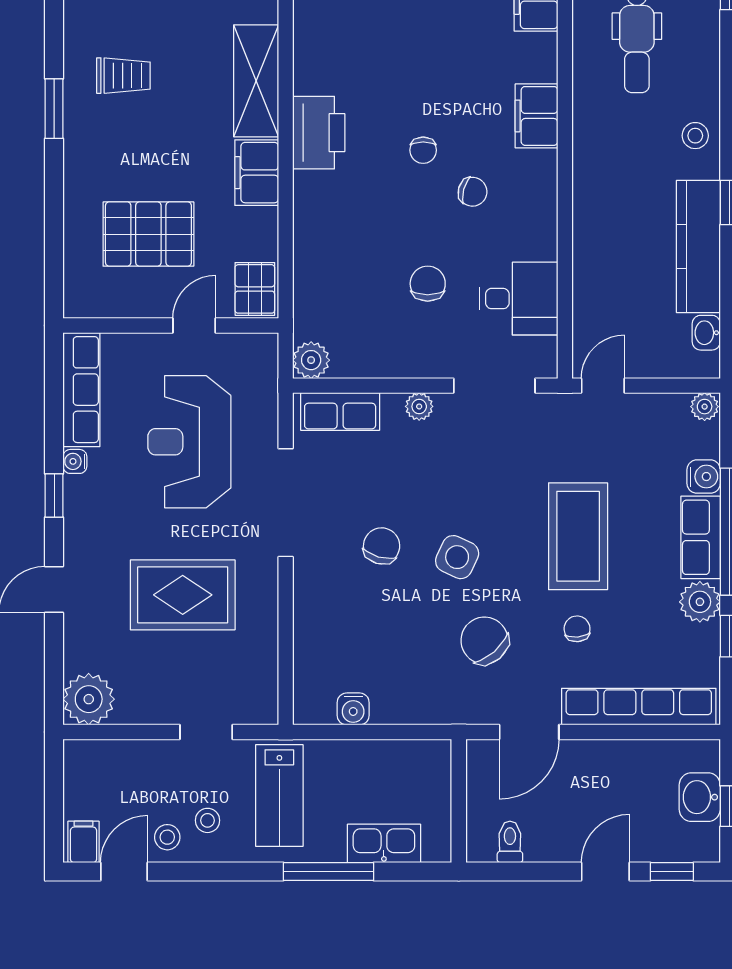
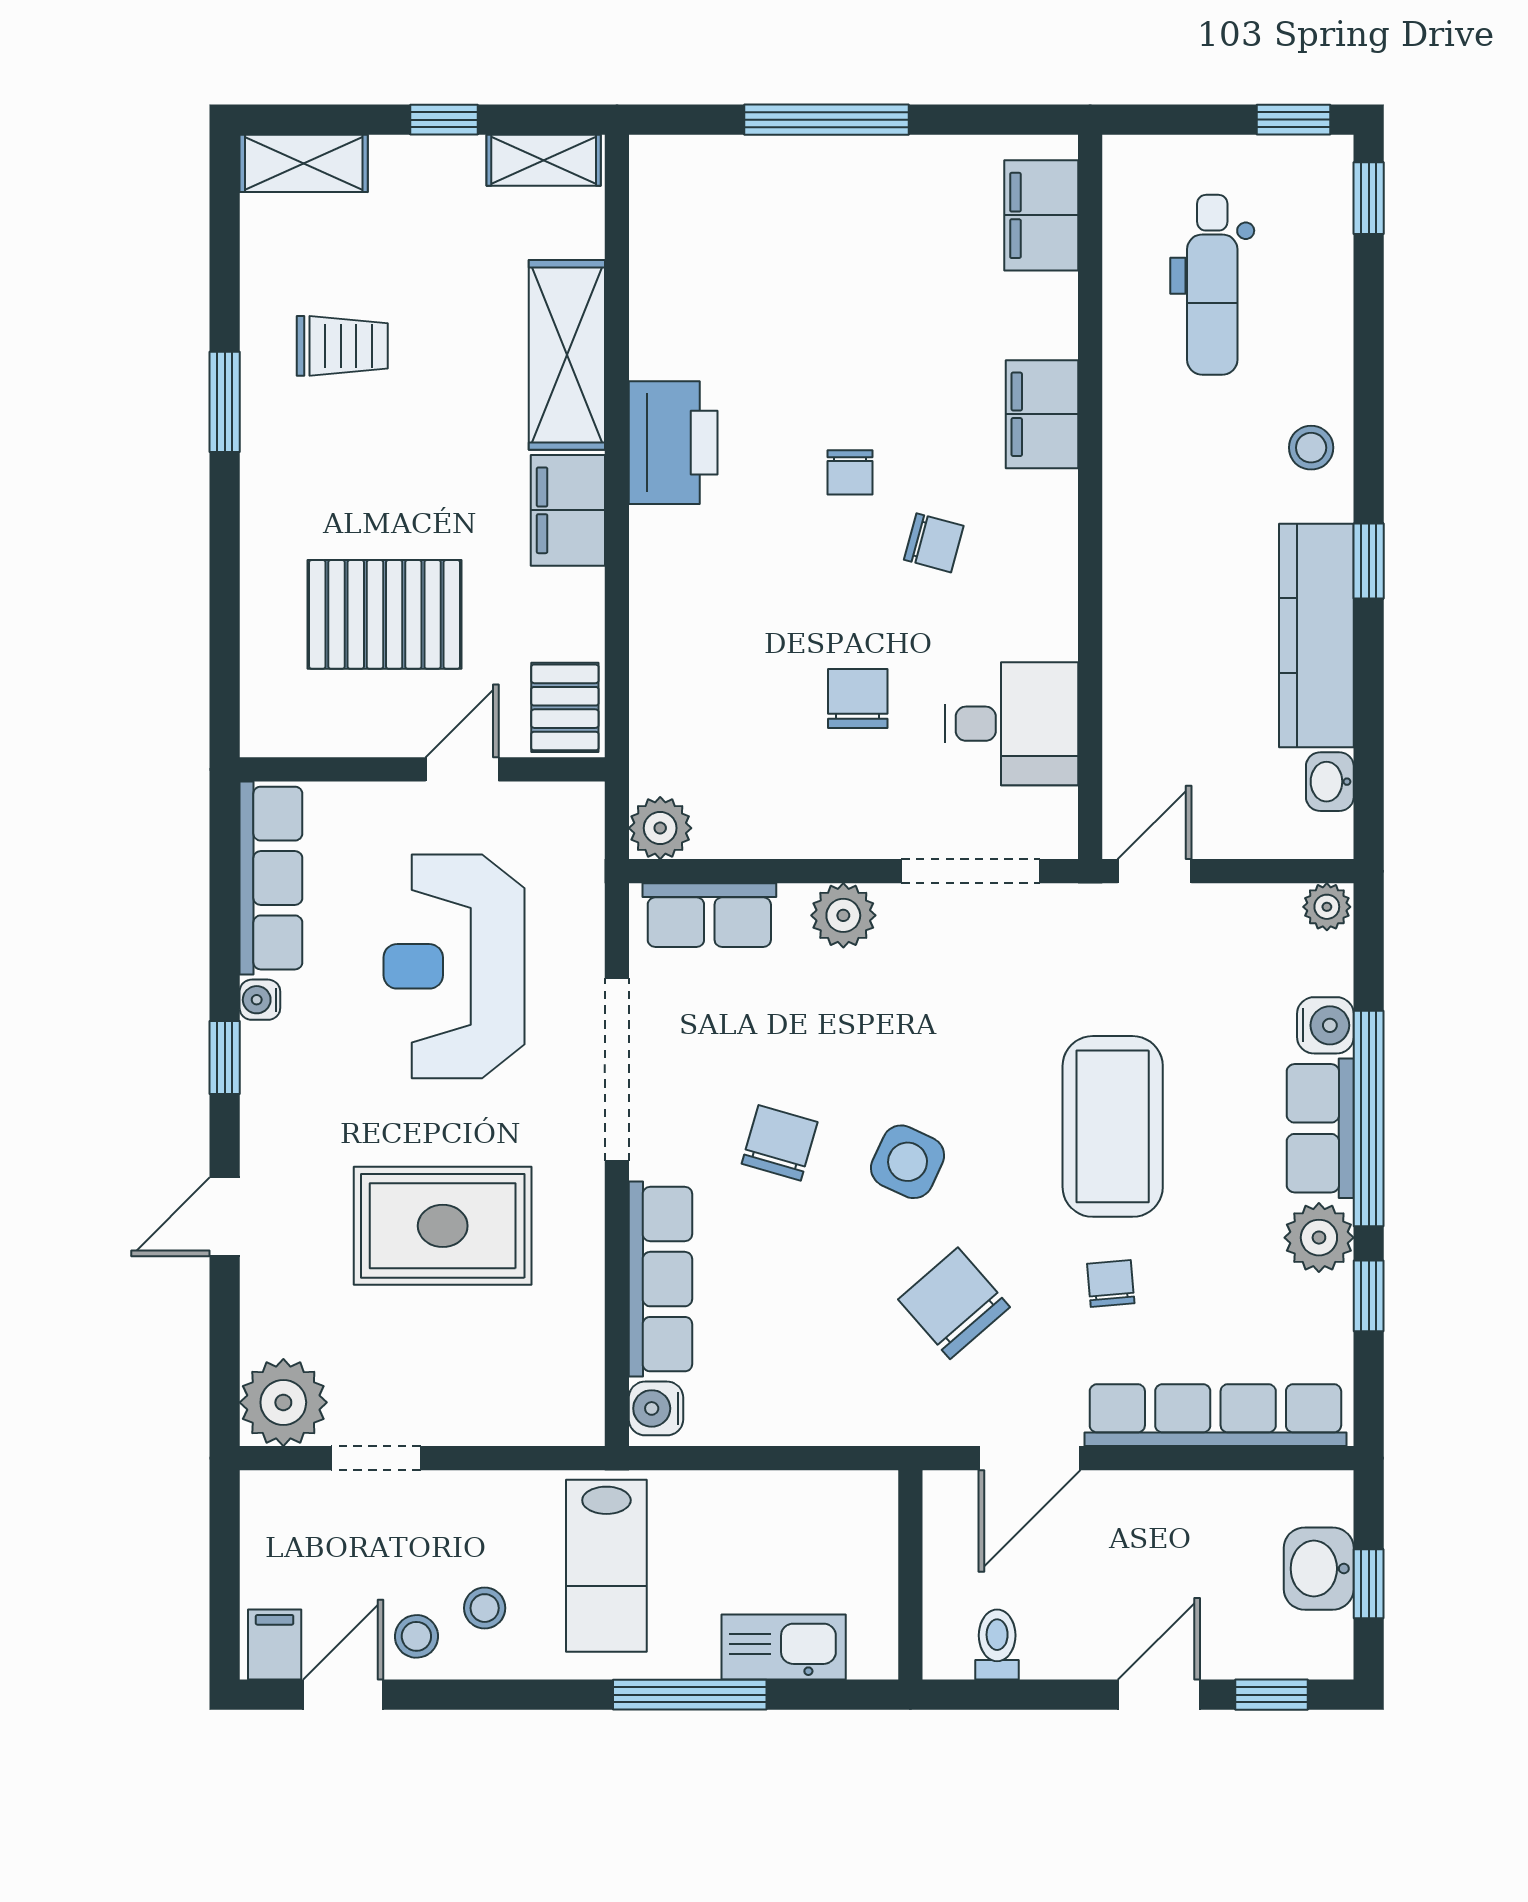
plant: (419, 406) -> (843, 915), width x1.38, depth x1.38
row of seats: (311, 626) -> (661, 1279), added
water cooler: (353, 709) -> (656, 1408), moved, turned 90
doorway: (206, 732) -> (376, 1458), moved

